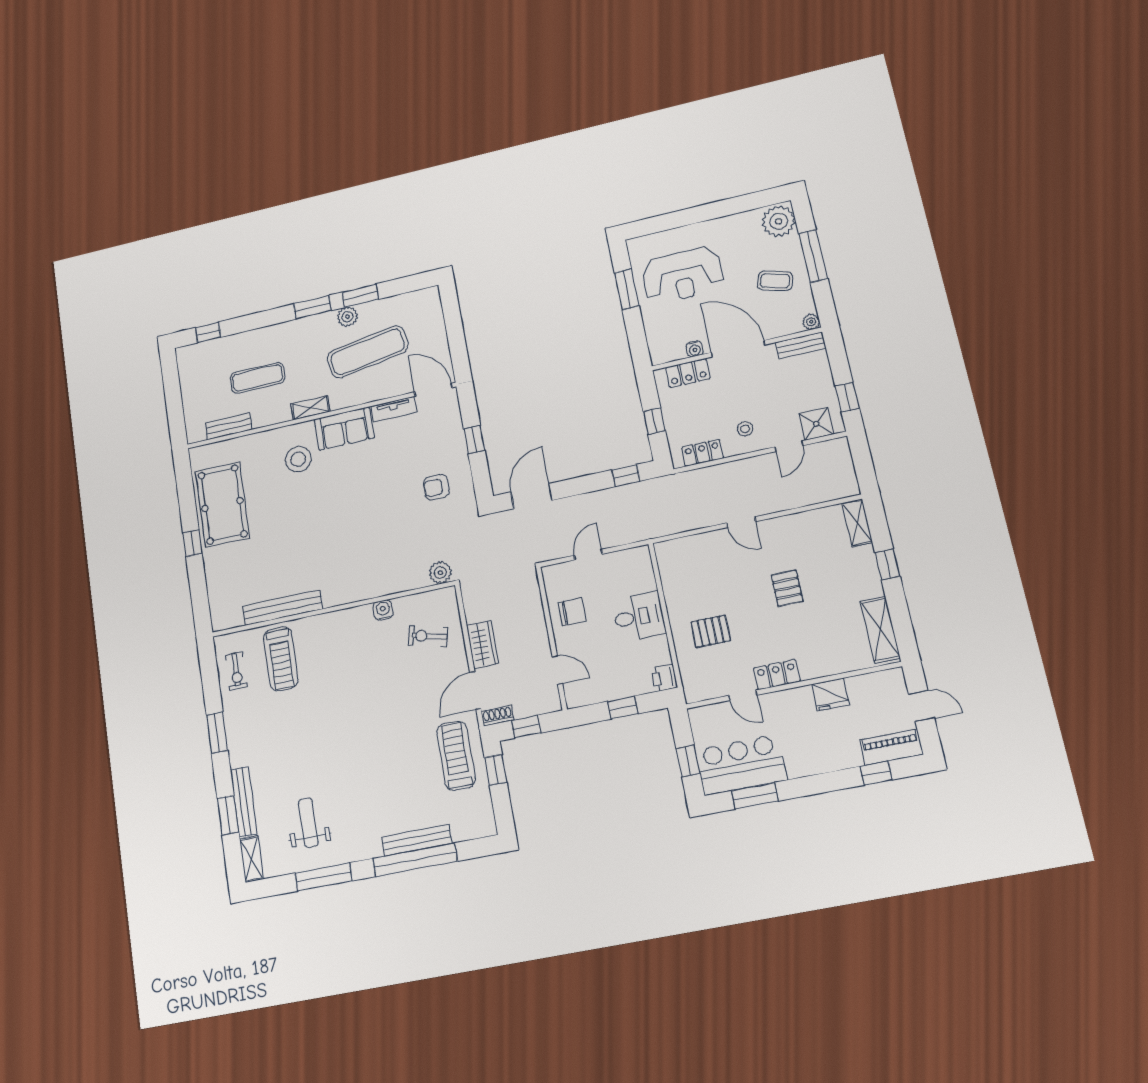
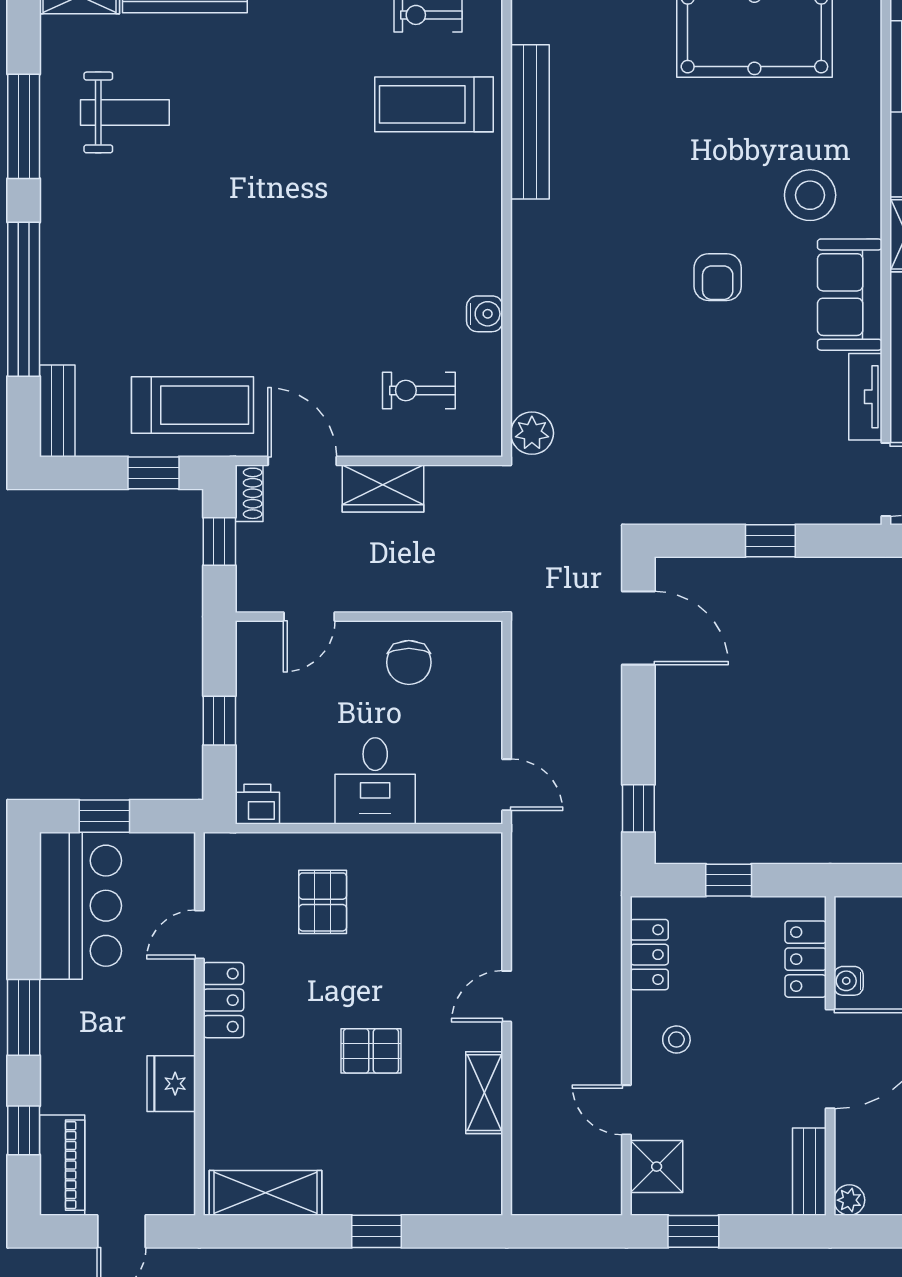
armchair: (436, 487) -> (718, 277), moved, turned 180
shelving: (857, 523) -> (484, 1093), moved, turned 90
door: (588, 555) -> (507, 785), moved
exercise bike: (428, 636) -> (419, 390), turned -104
window: (755, 796) -> (24, 1017), moved
bench: (417, 840) -> (57, 411), moved, width x0.73

